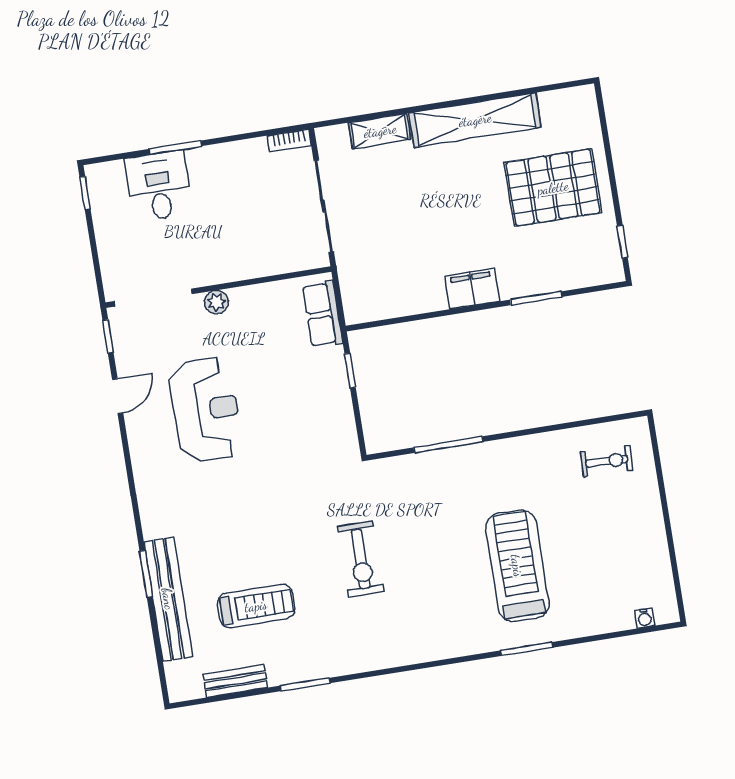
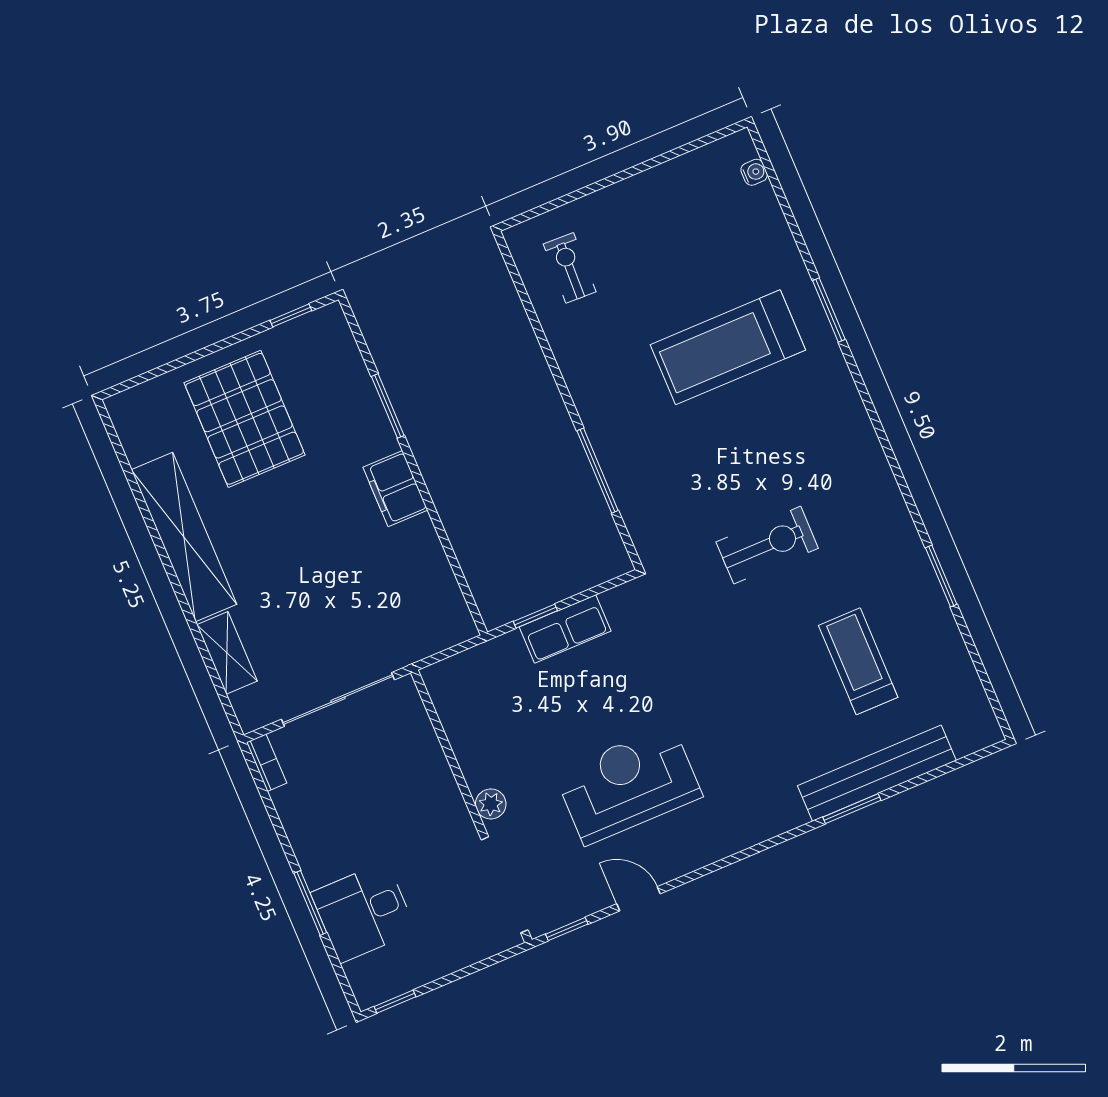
row of seats: (323, 314) -> (565, 629), moved
bench: (235, 681) -> (958, 664), removed

